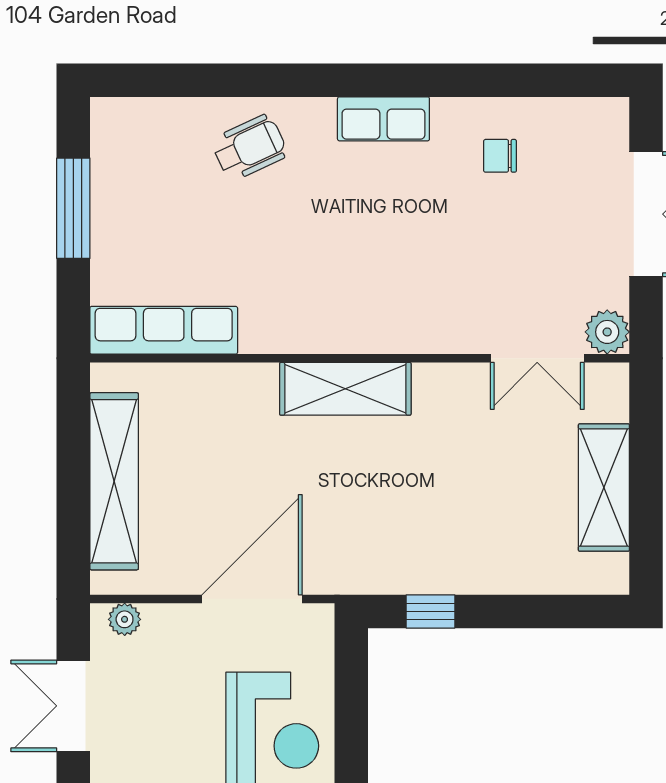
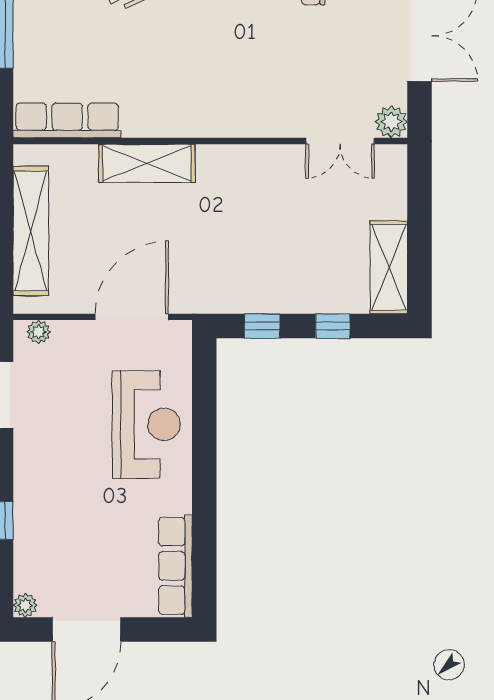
shelving: (345, 389) -> (147, 163), moved
shelving: (604, 487) -> (389, 267), moved
window: (527, 611) -> (333, 326), added

